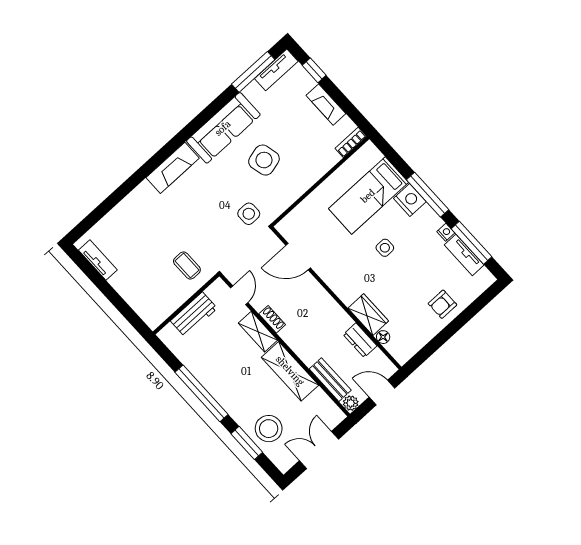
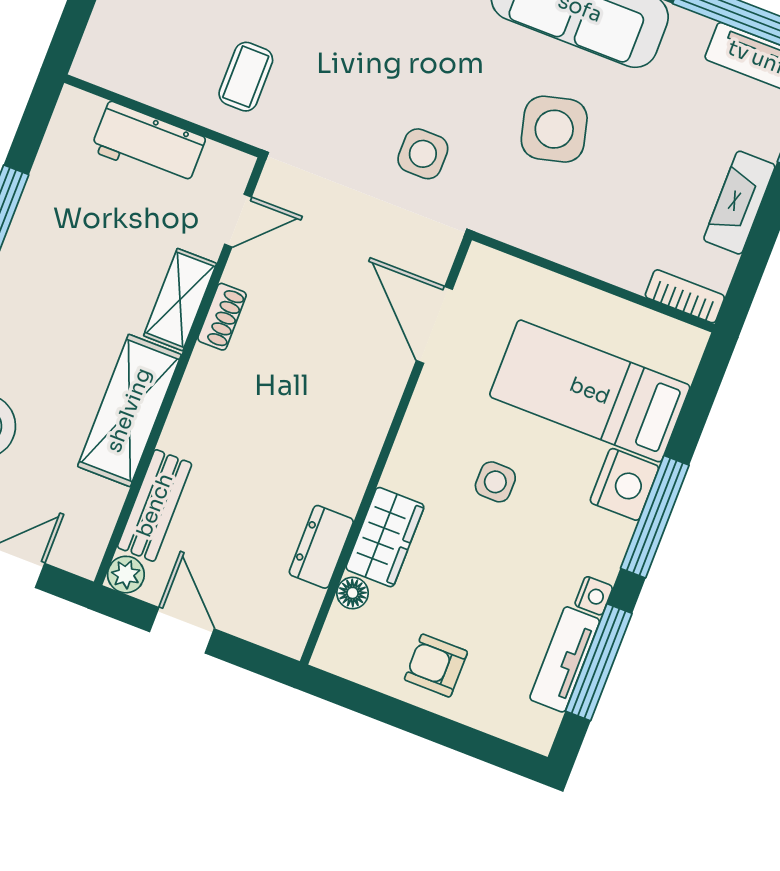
door: (298, 257) -> (434, 325), moved
wall: (336, 298) -> (386, 451), moved
wardrobe: (368, 315) -> (385, 537), moved
floor lamp: (383, 337) -> (353, 593), moved
dresser: (360, 340) -> (321, 547), moved

